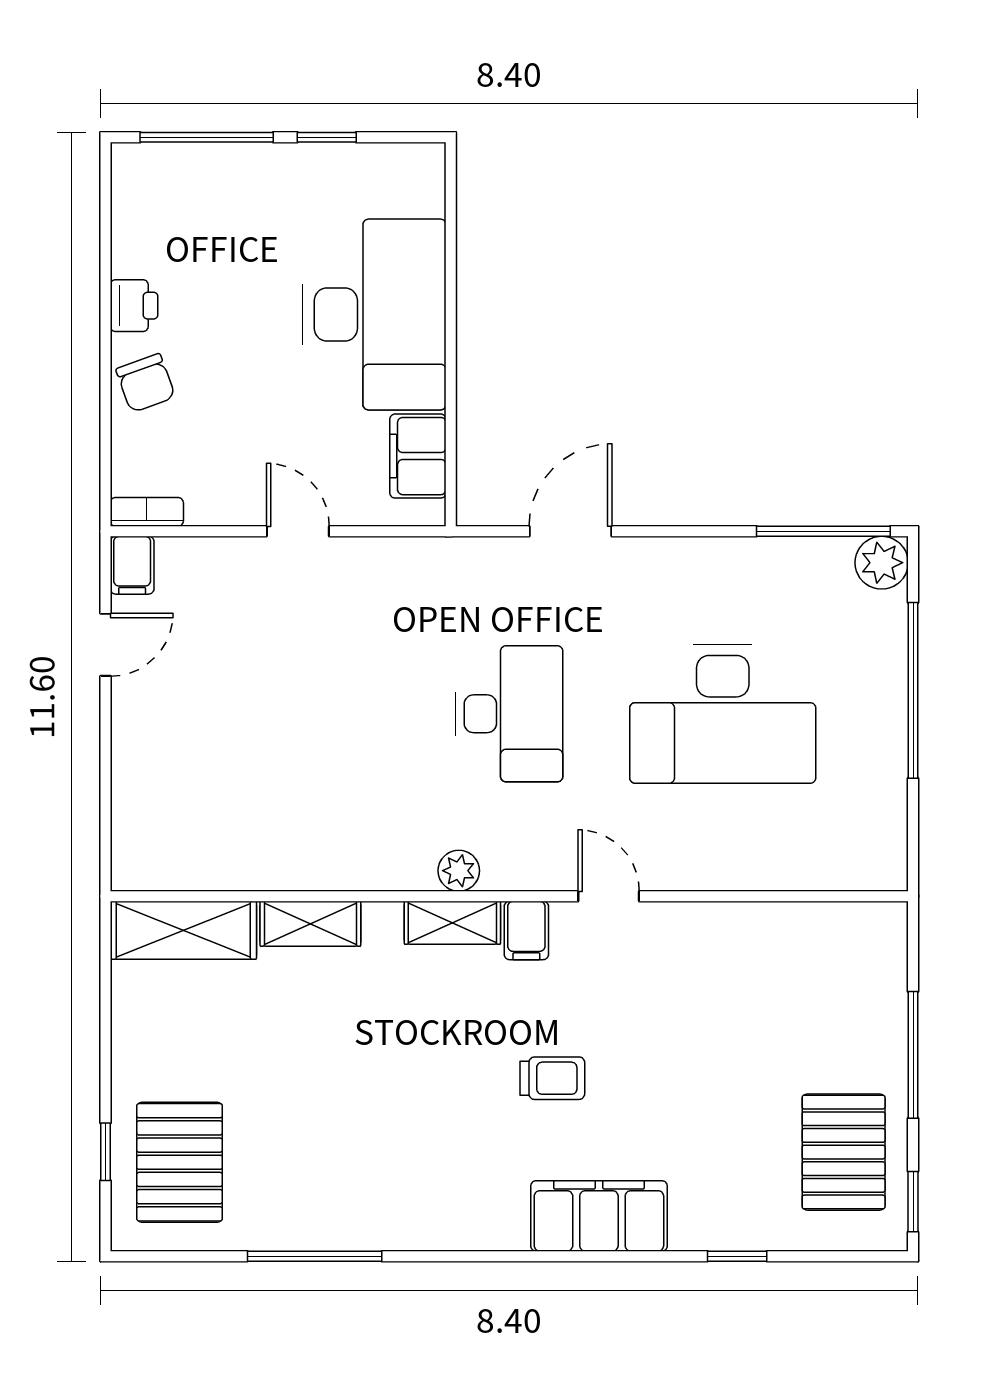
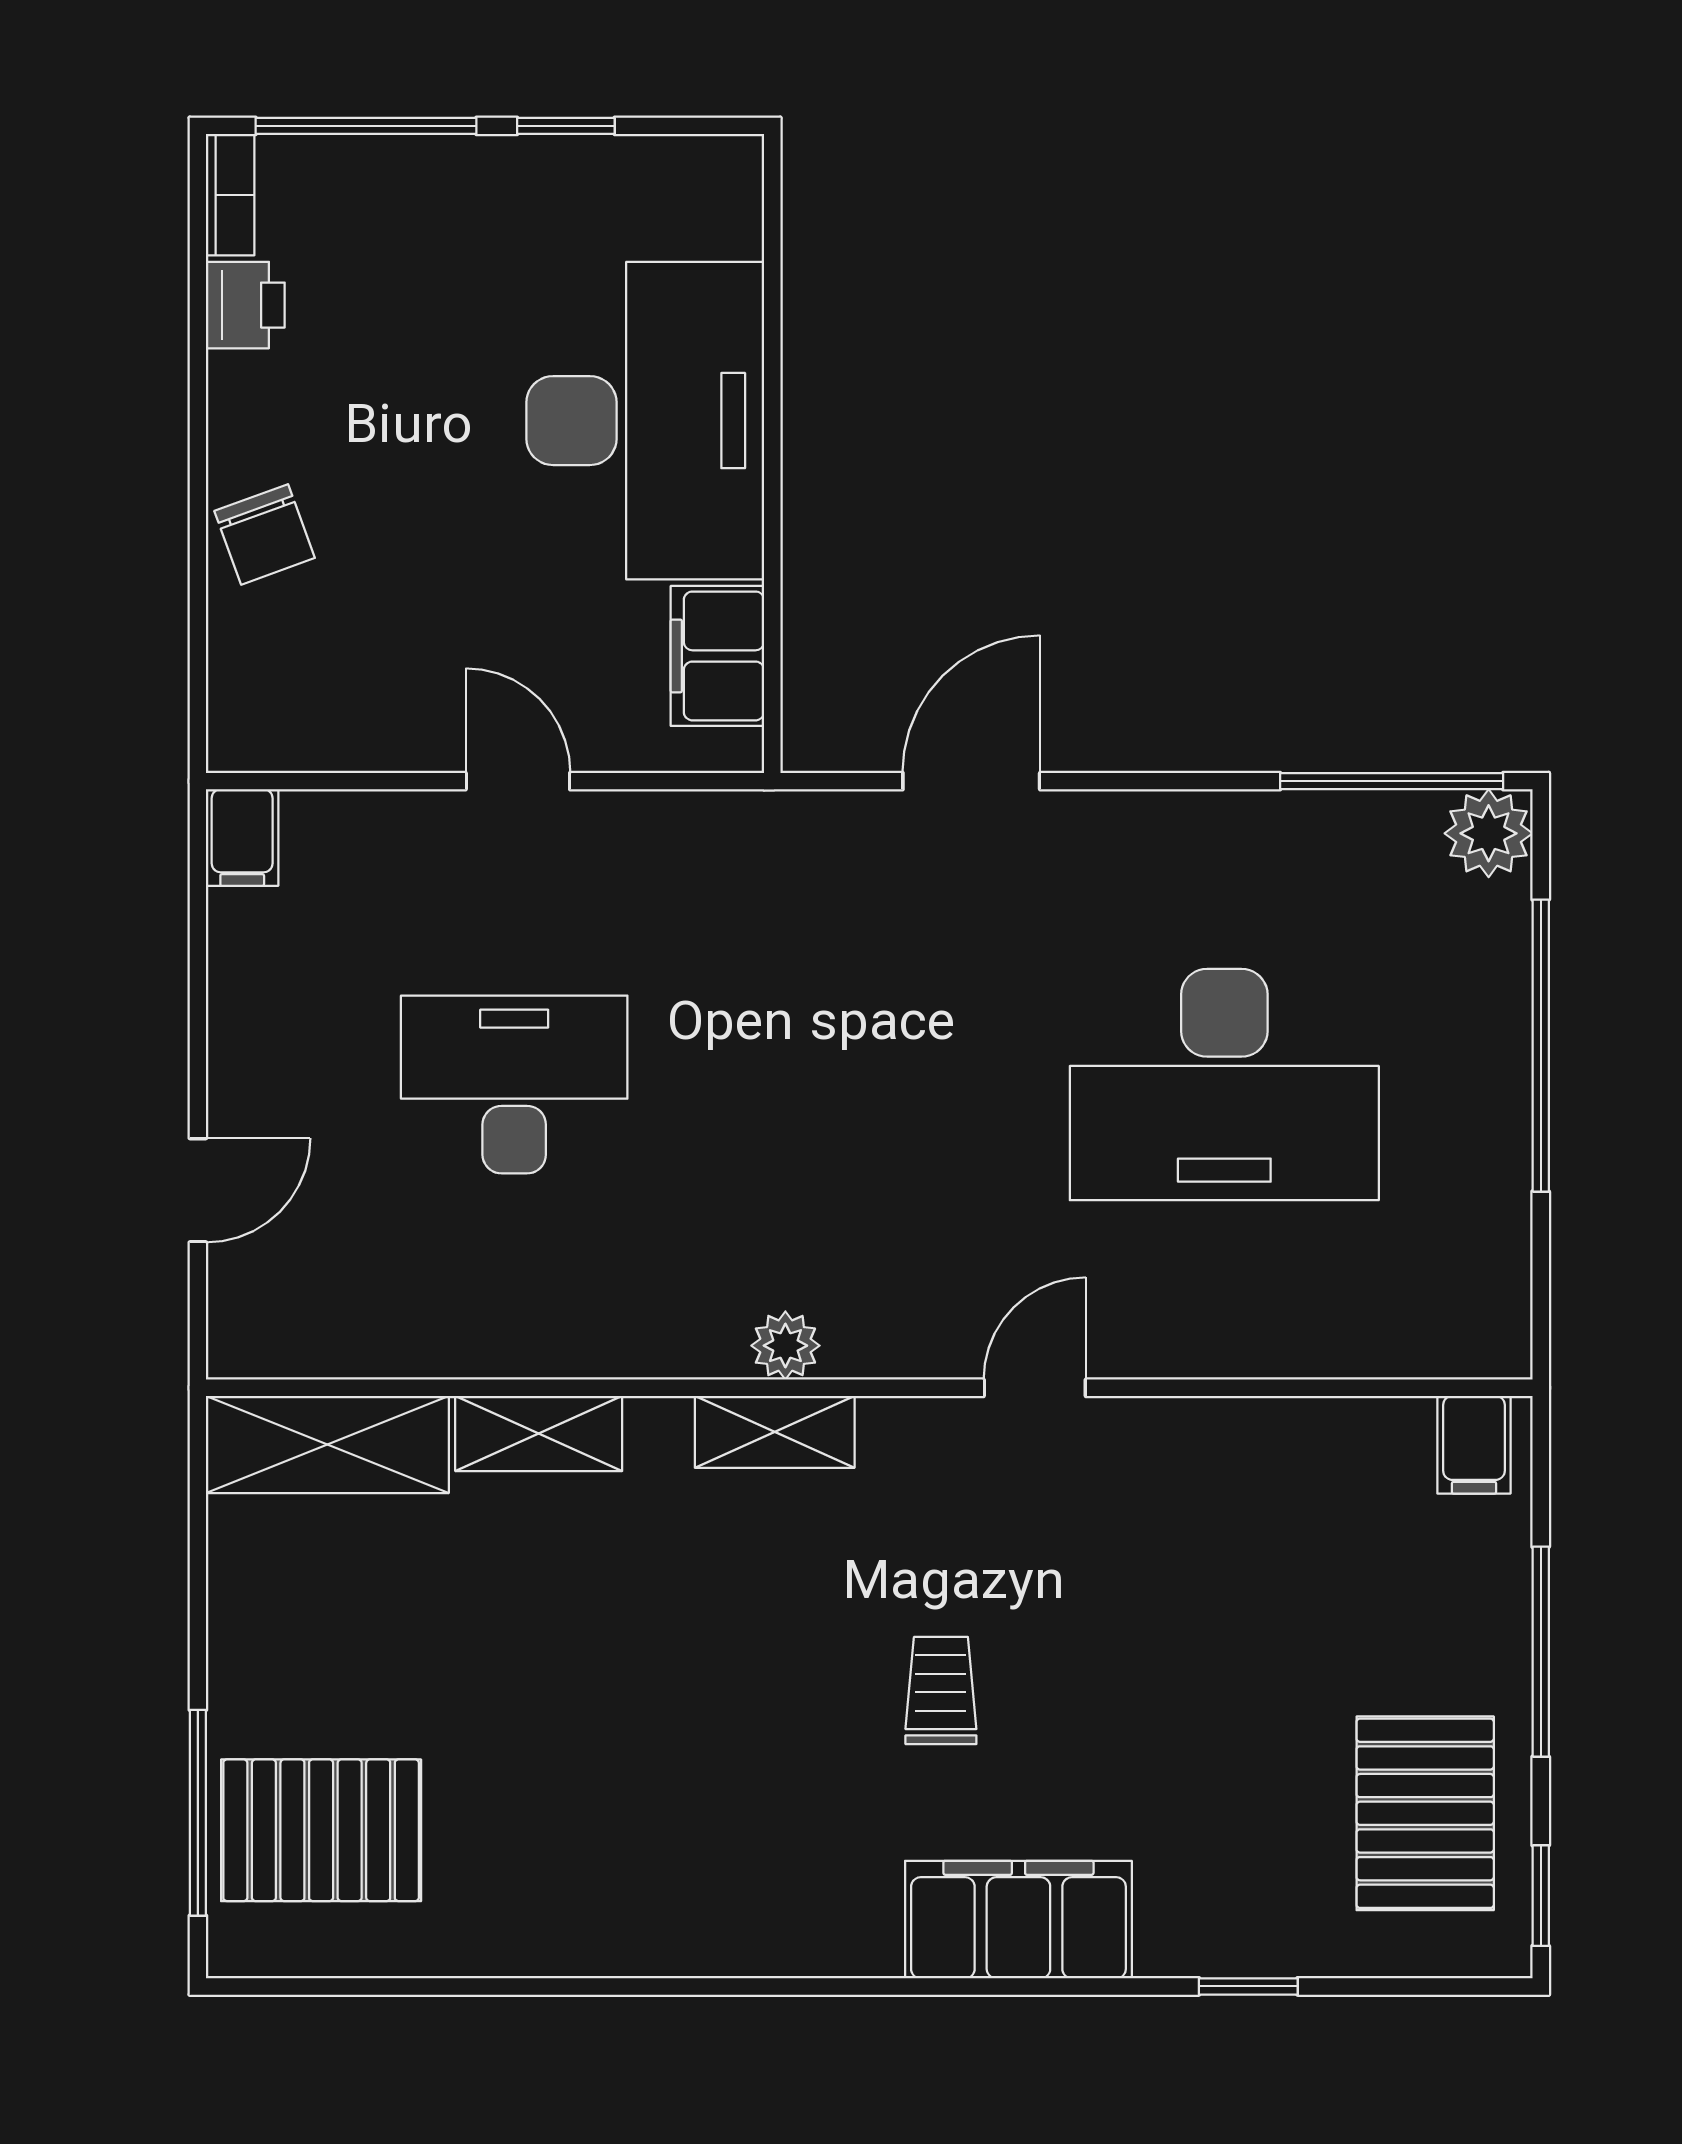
printer: (134, 306) -> (245, 305), moved
bookcase: (147, 512) -> (230, 195), moved, turned 90
door: (105, 645) -> (198, 1190), moved
desk: (509, 714) -> (514, 1084), moved, turned -90
door: (609, 896) -> (1035, 1388), hinge flipped
filing cabinet: (526, 930) -> (1474, 1445), moved
trolley: (552, 1078) -> (941, 1690), turned -90
window: (105, 1152) -> (198, 1813), width x2.17
pallet: (180, 1162) -> (321, 1830), turned 90
window: (315, 1256) -> (546, 1986), removed

